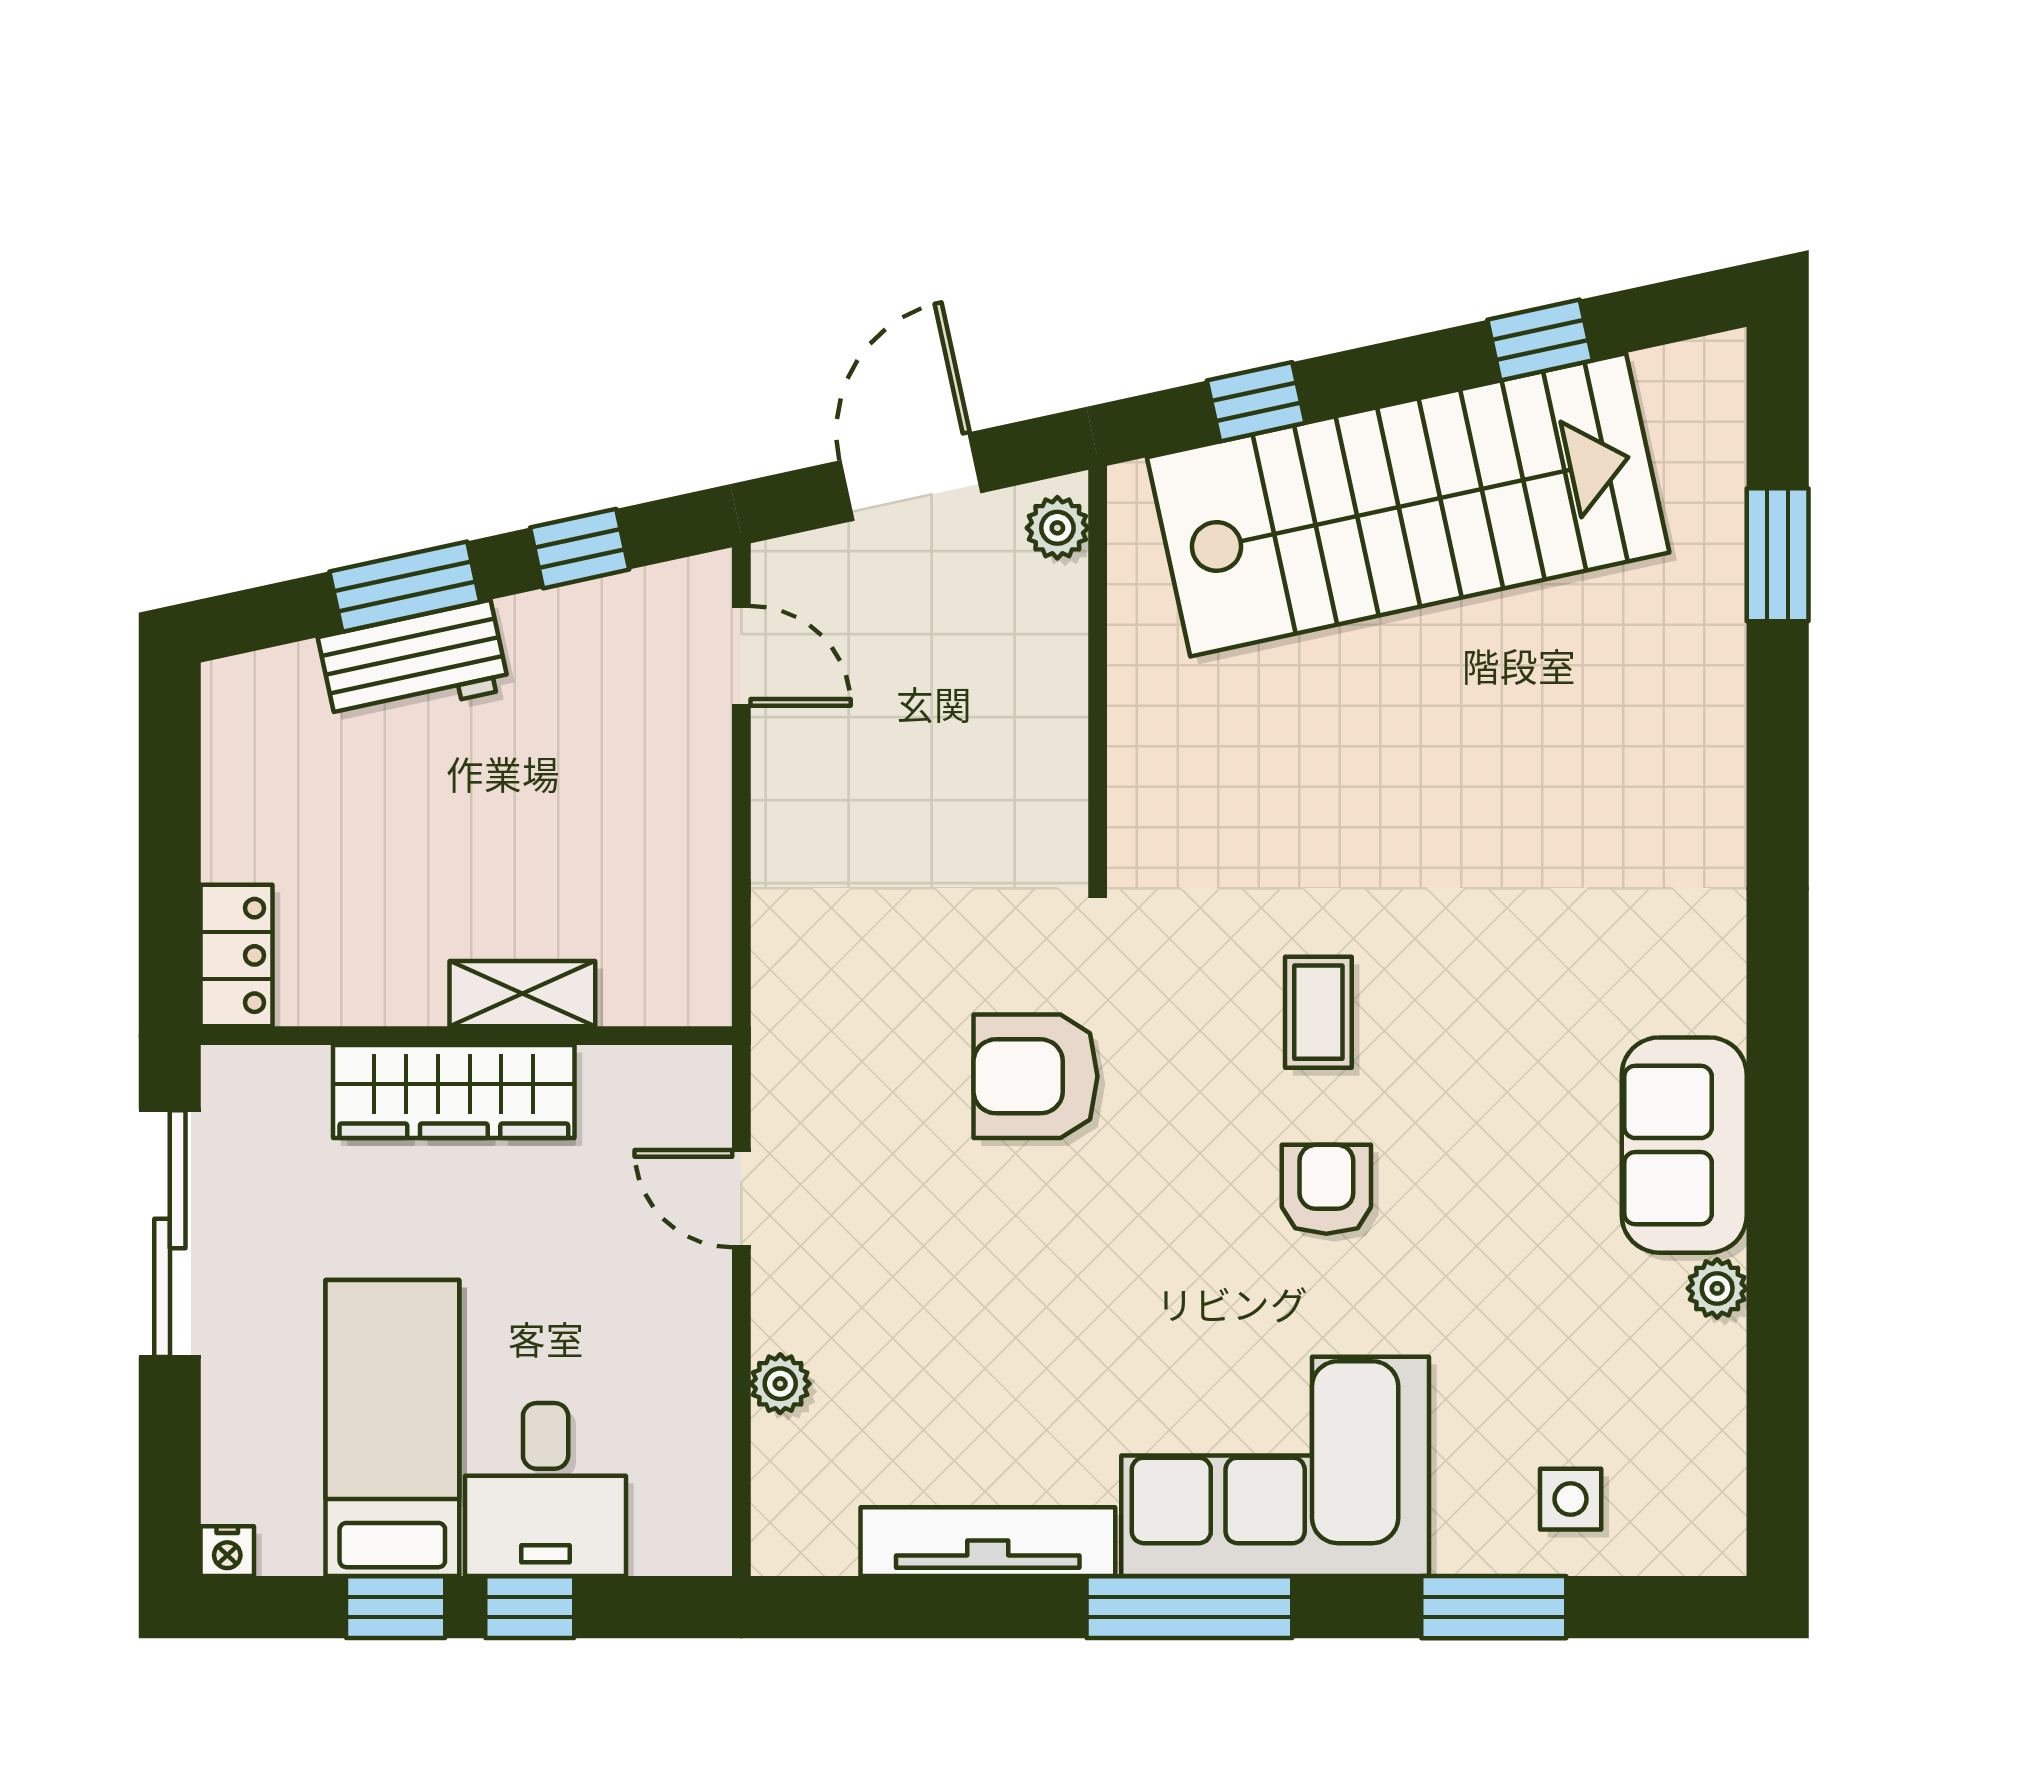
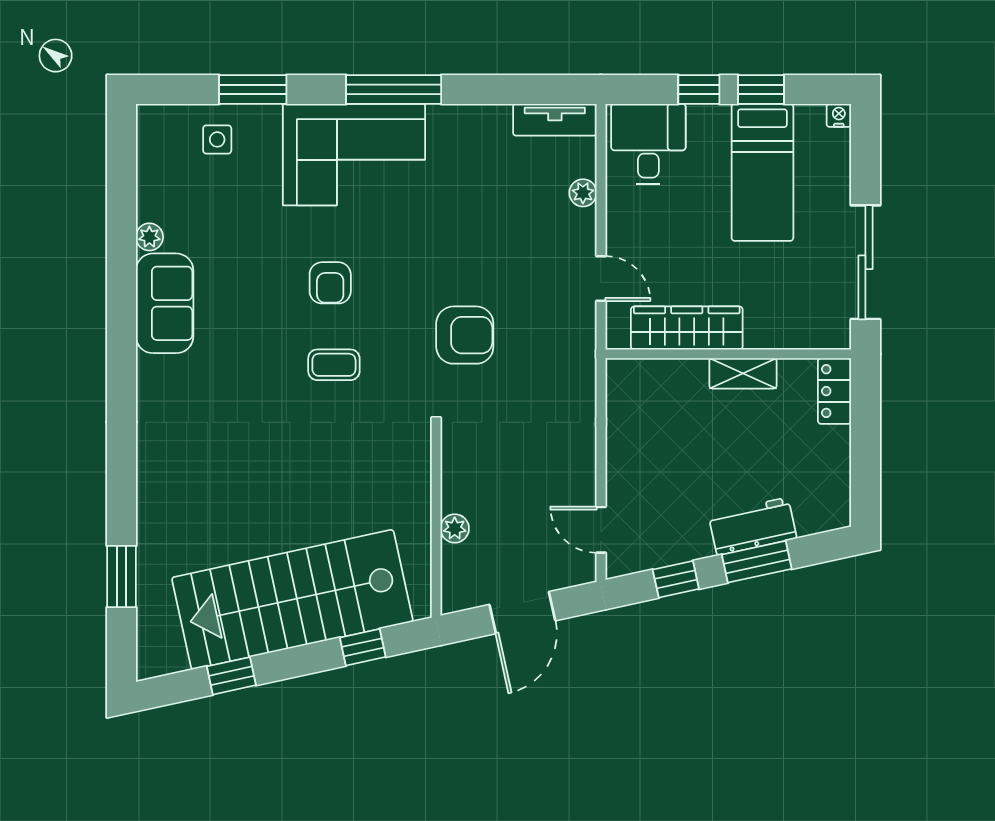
plant: (1057, 528) -> (455, 528), moved
shelving: (522, 994) -> (743, 373), moved
coffee table: (1318, 1012) -> (334, 365), turned 90
wardrobe: (454, 1092) -> (687, 328), moved
desk: (546, 1490) -> (648, 144), moved
tv unit: (988, 1542) -> (555, 120), moved, width x0.71

